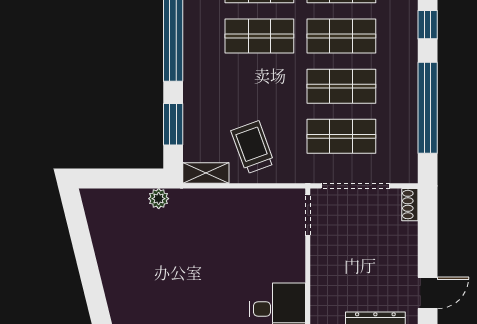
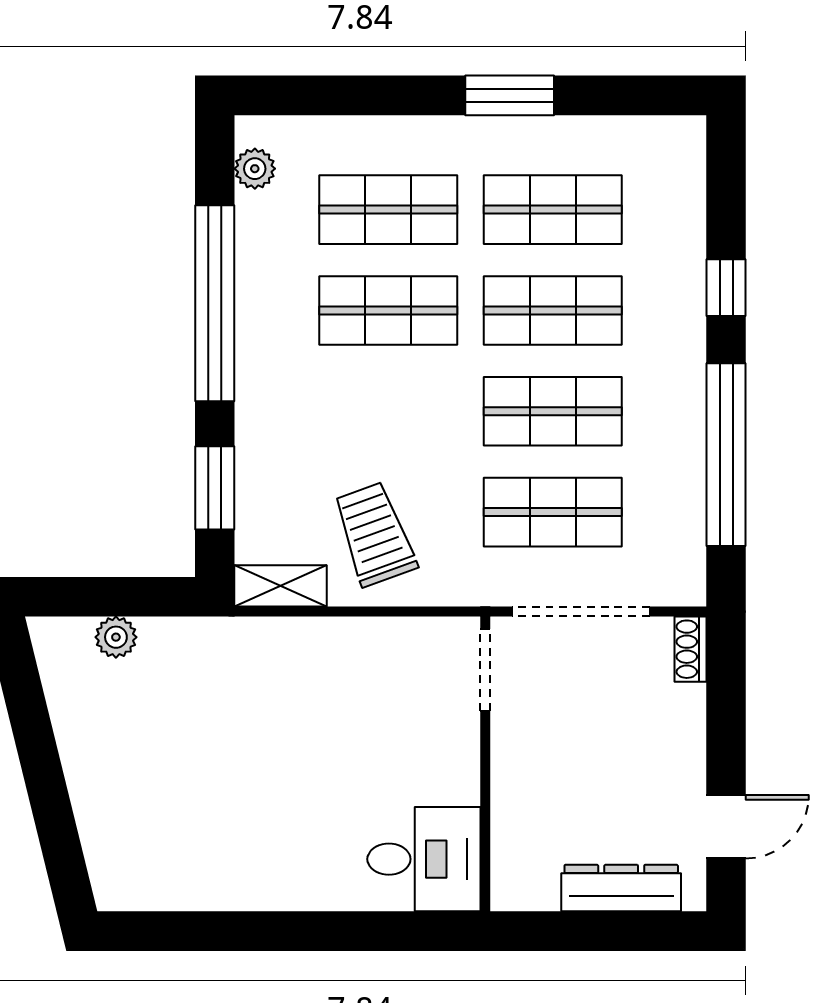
plant: (159, 199) -> (116, 637), moved

